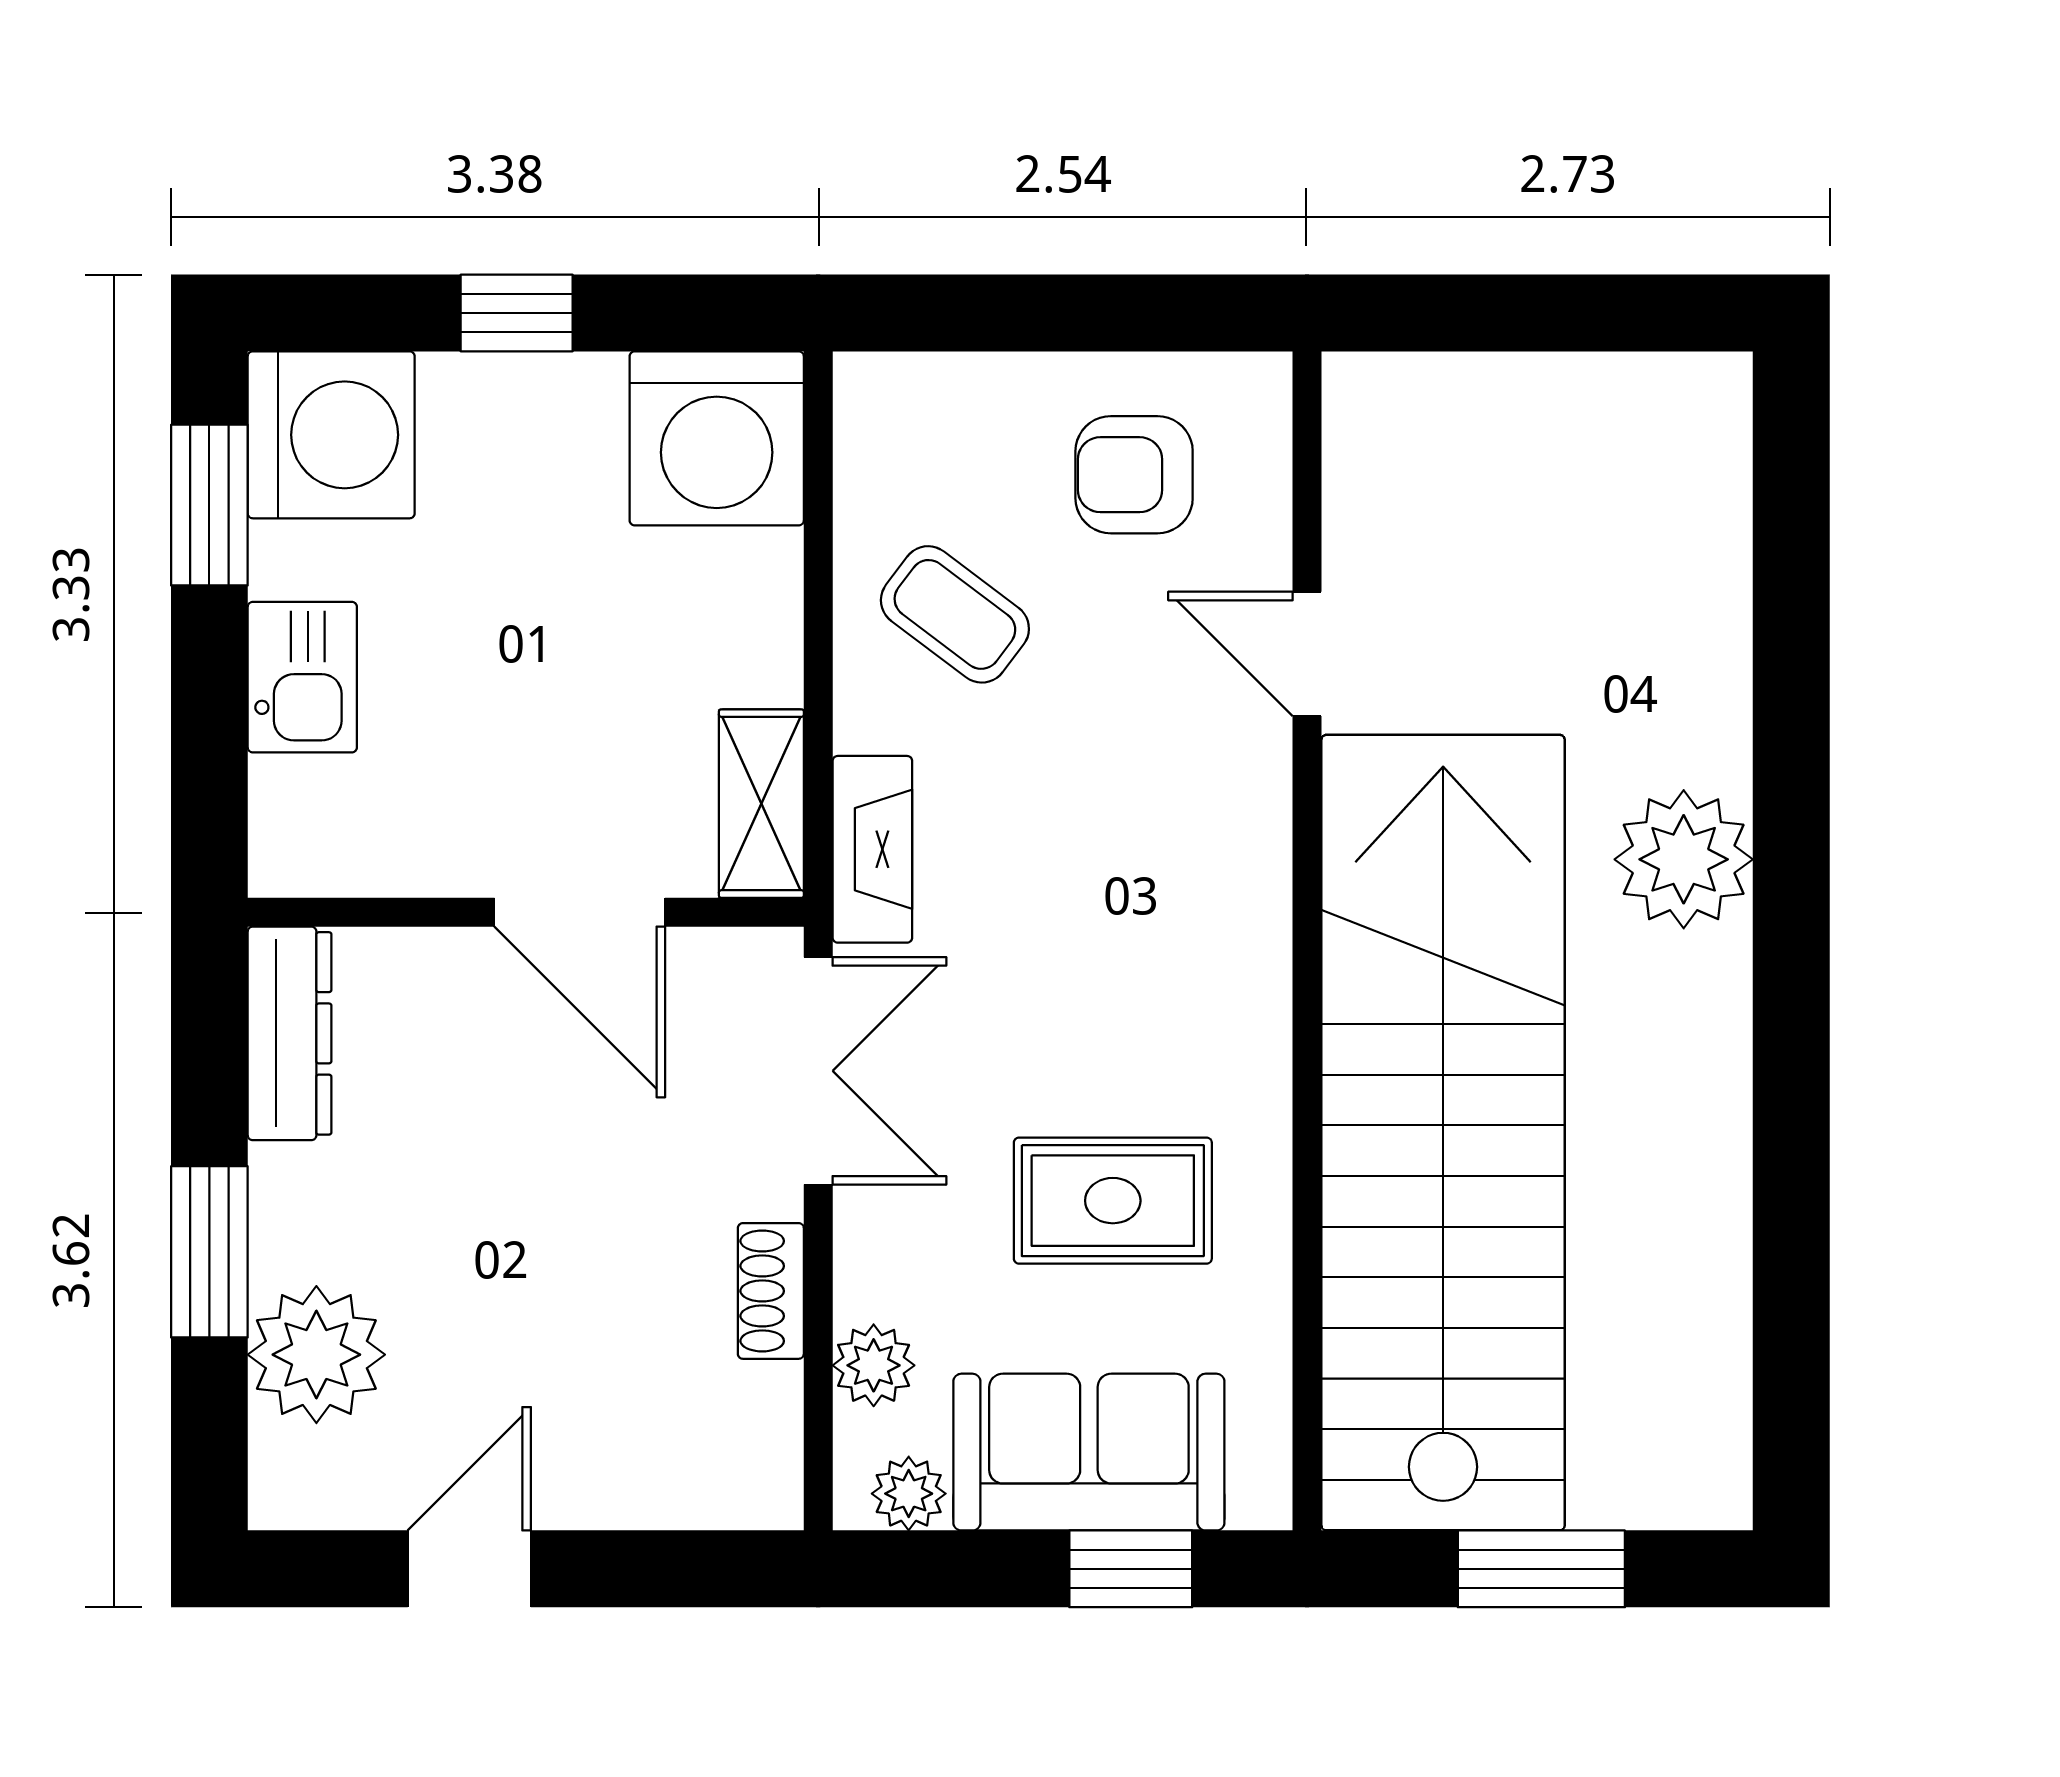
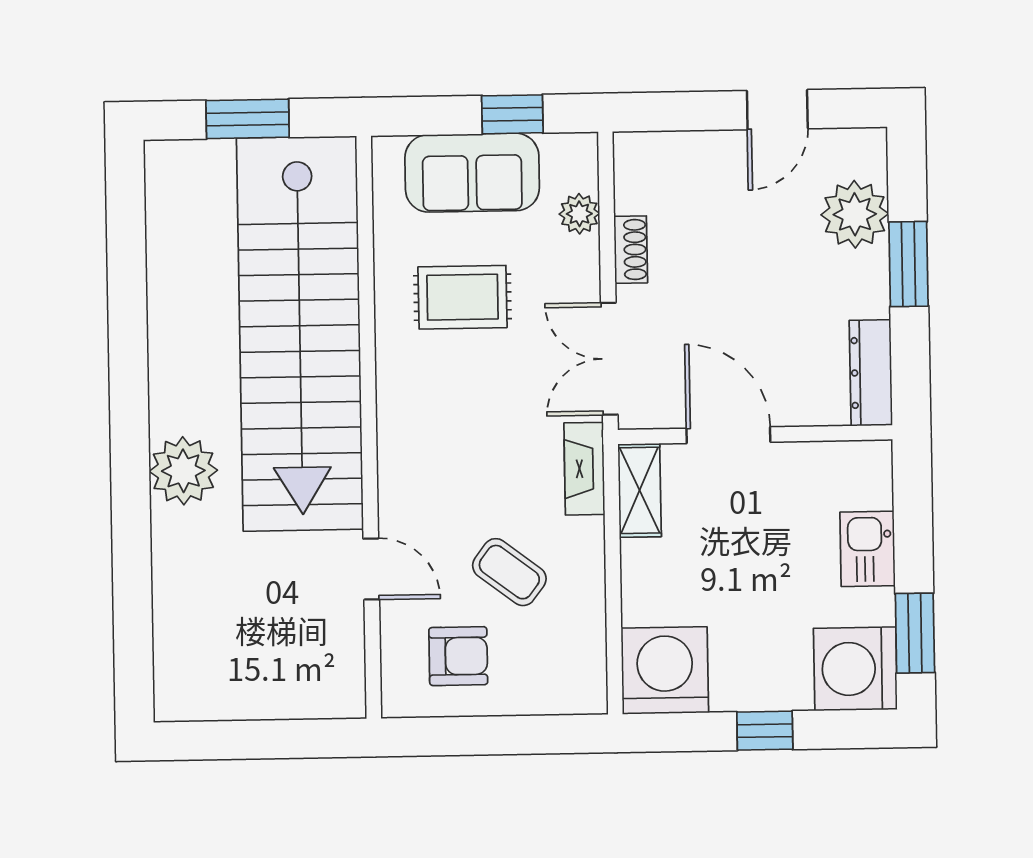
coffee table: (955, 614) -> (509, 572), moved
plant: (909, 1494) -> (561, 151), removed
window: (1131, 1569) -> (512, 114), moved

